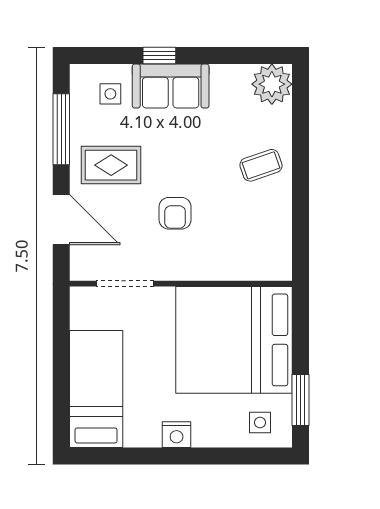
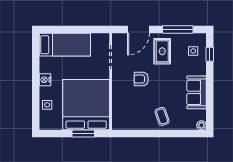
window: (159, 56) -> (210, 54), moved
plant: (272, 84) -> (201, 125), width x0.53, depth x0.53
sofa: (171, 86) -> (197, 92), moved
window: (301, 400) -> (83, 134), moved
side table: (260, 422) -> (47, 105), moved

